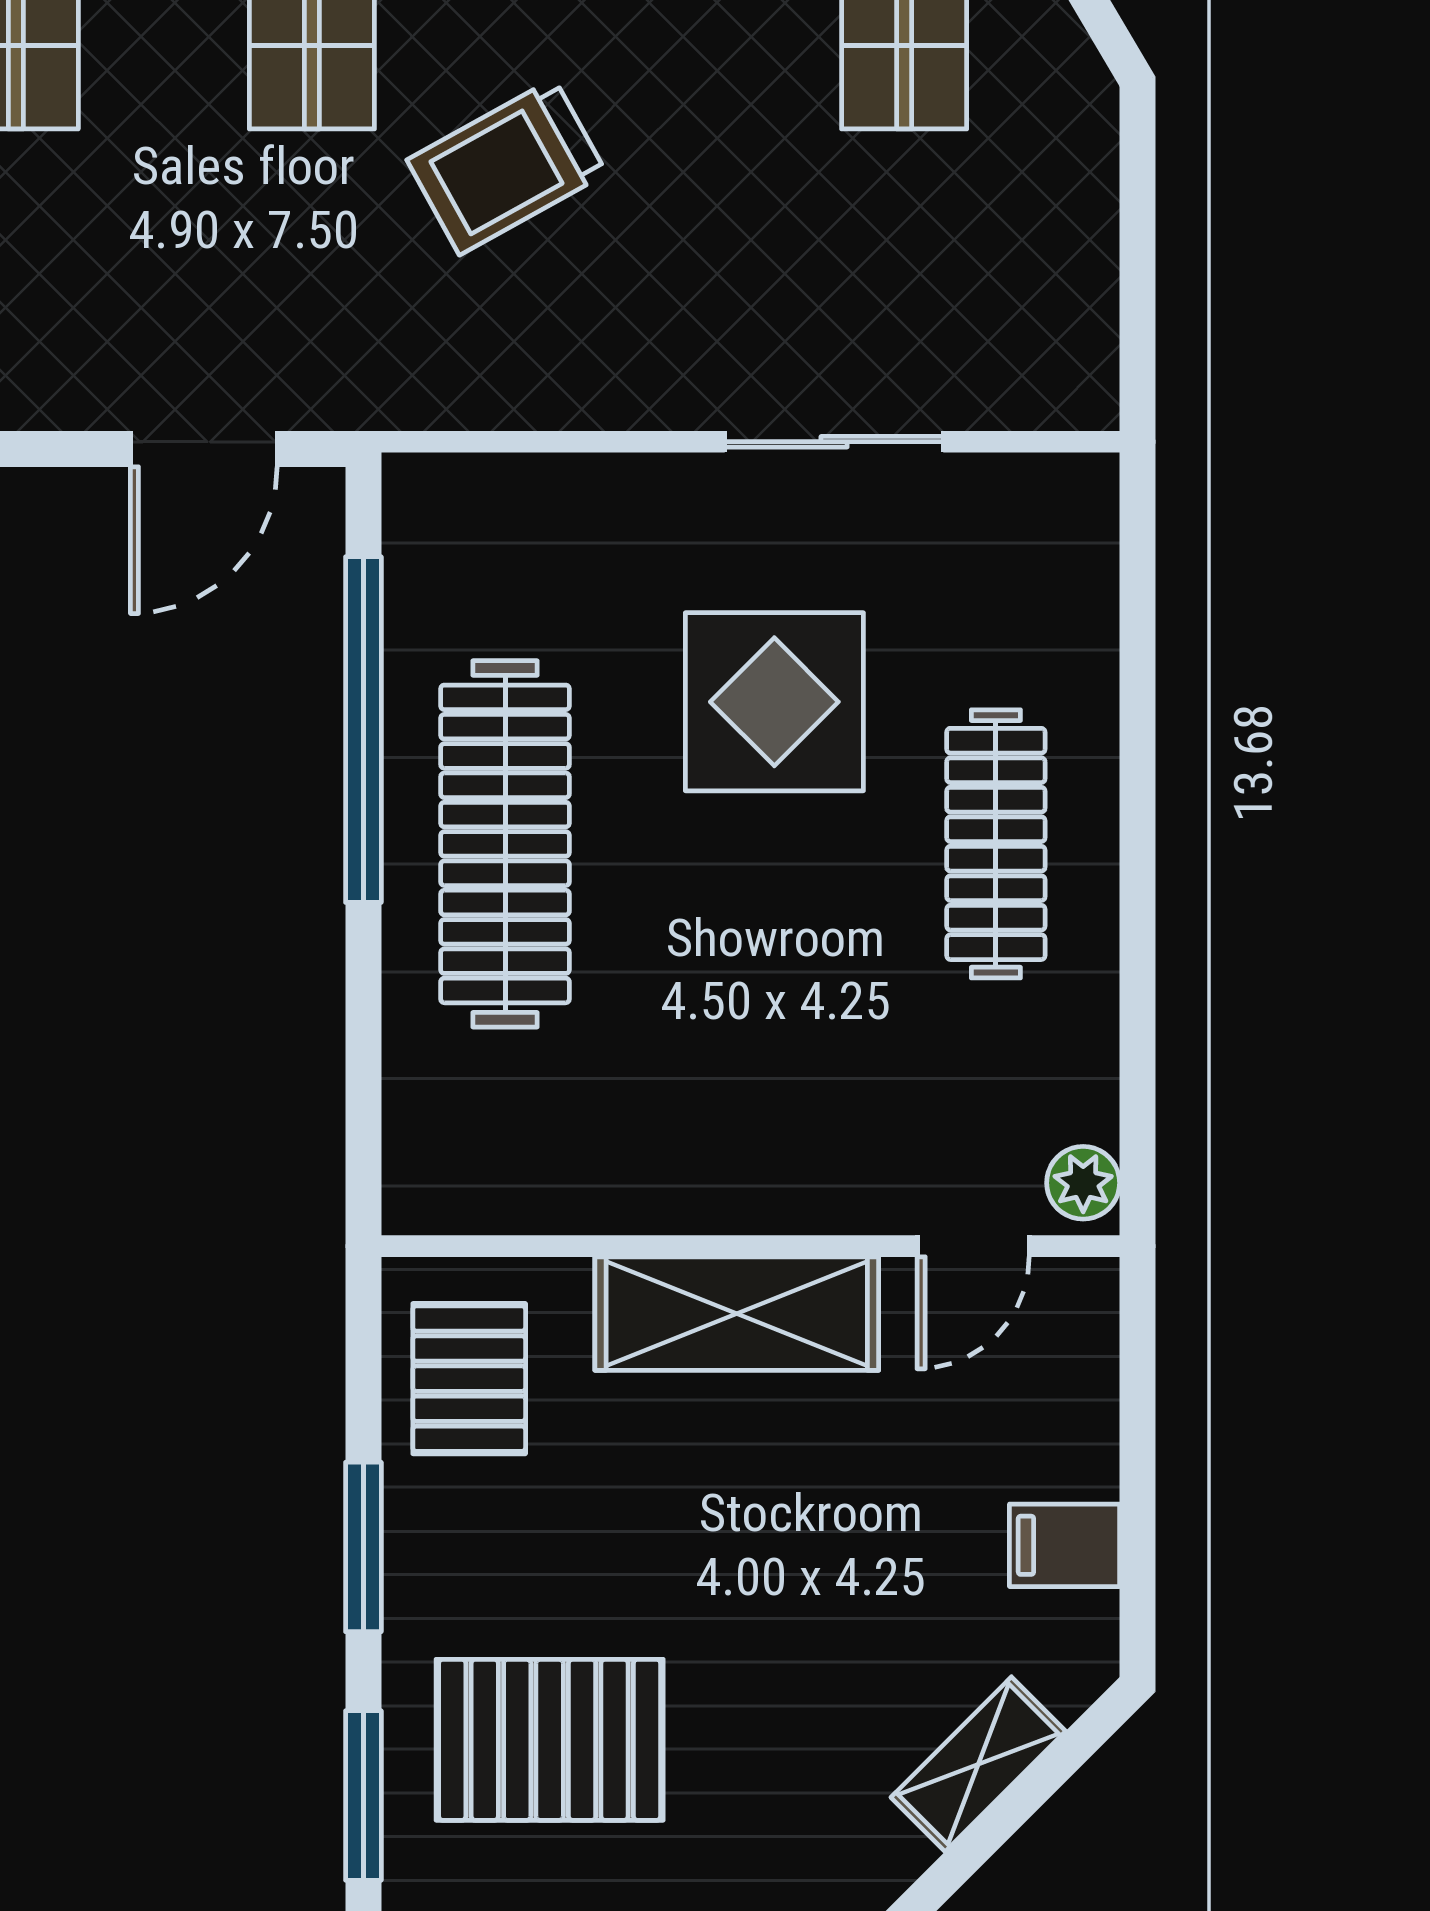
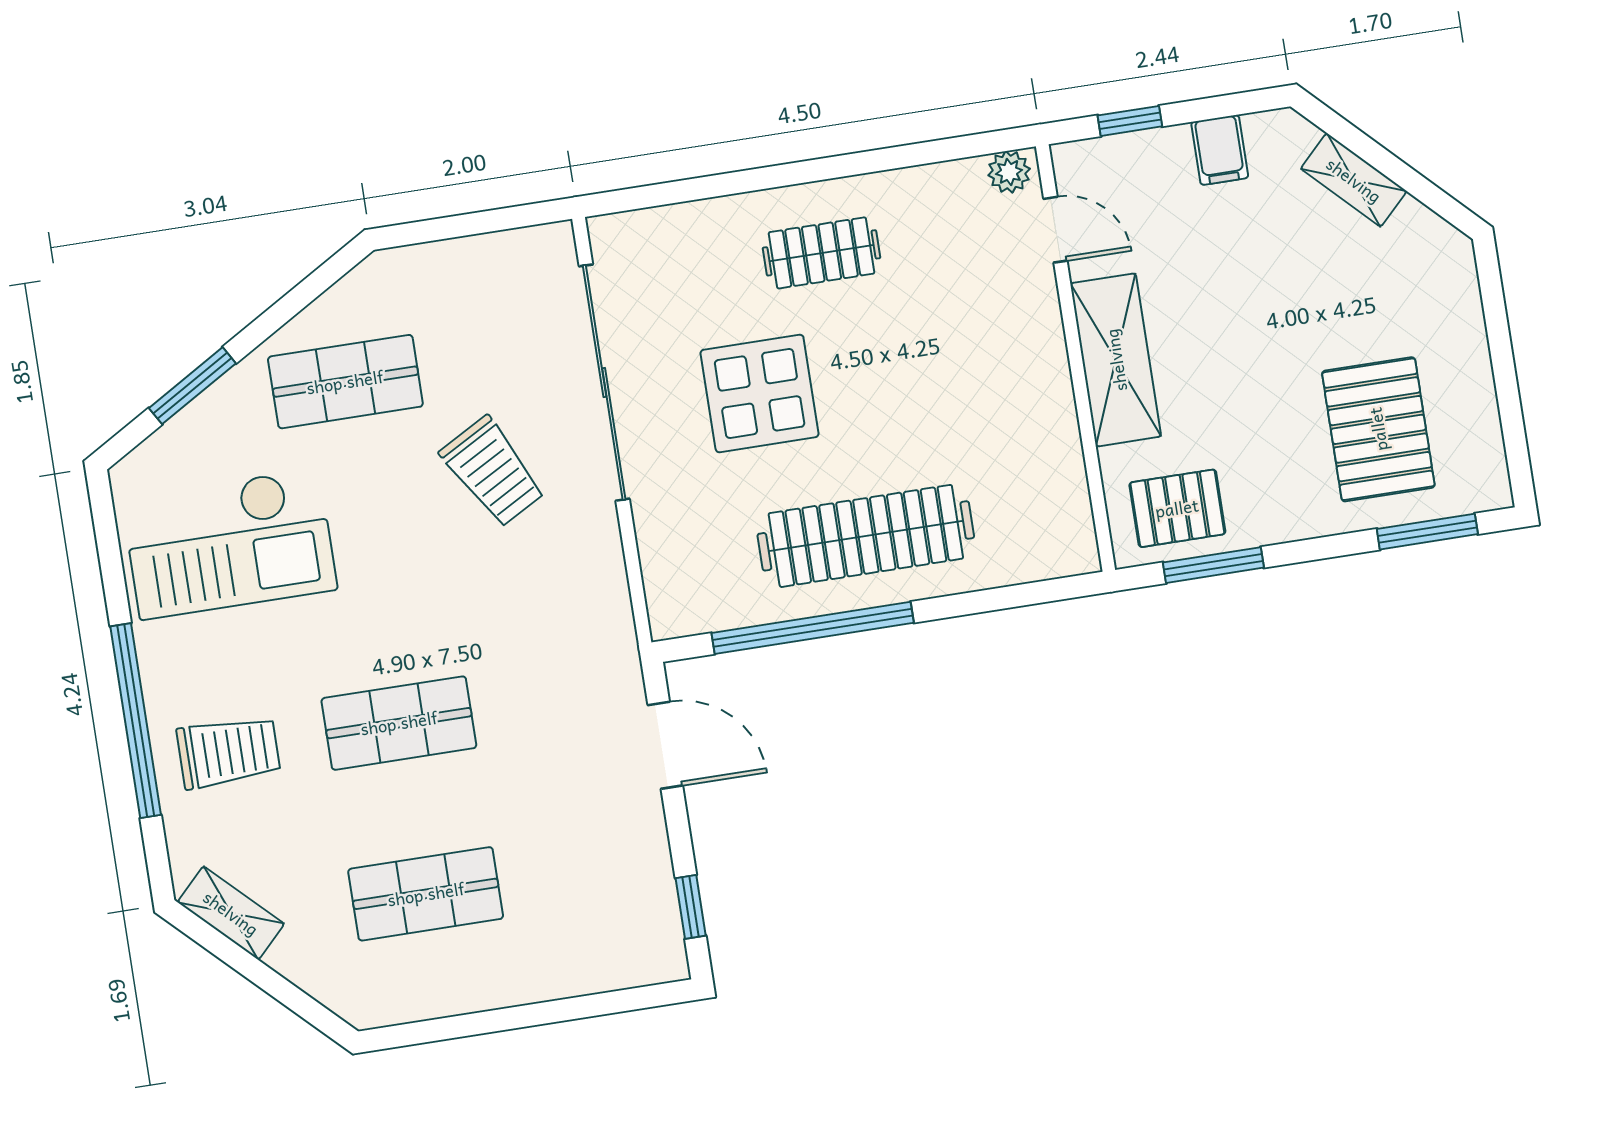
trolley: (507, 167) -> (493, 472), moved
sliding door: (834, 442) -> (604, 383), width x1.86
clothes rail: (996, 844) -> (822, 253), width x0.73
window: (1137, 1401) -> (1130, 121), added
window: (363, 1547) -> (1213, 565), moved

